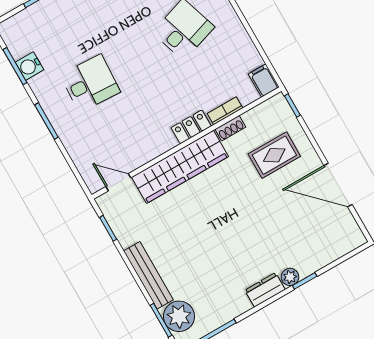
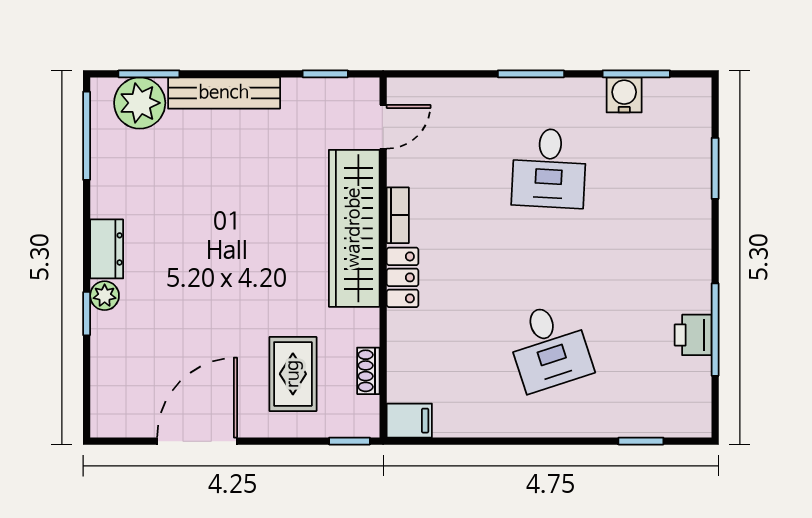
bookcase: (225, 111) -> (398, 215), moved
shoe rack: (230, 128) -> (368, 371), moved

